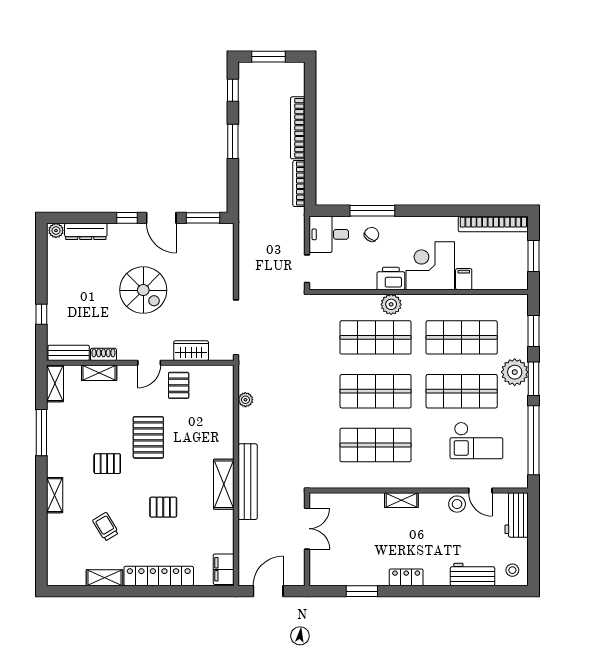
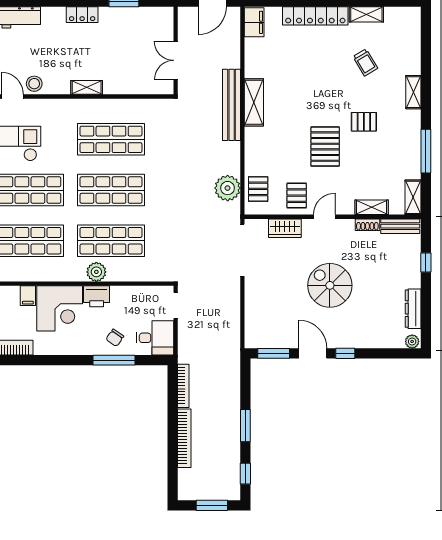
dresser: (86, 231) -> (413, 309), moved, turned -90
plant: (245, 400) -> (228, 188), width x1.87, depth x1.87
pallet: (163, 507) -> (258, 189), moved, turned 90

